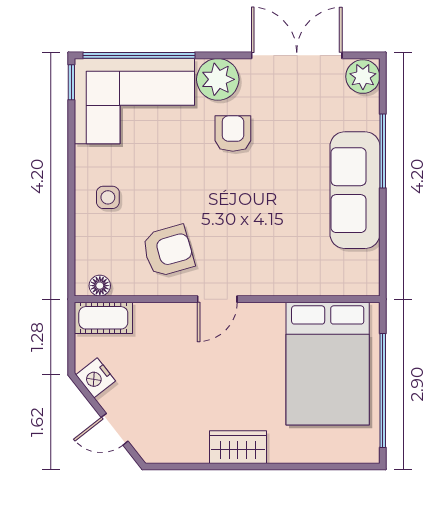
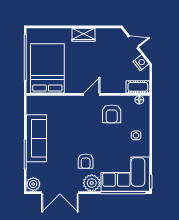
armchair: (168, 251) -> (112, 114), turned -74

